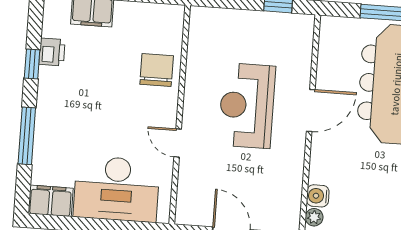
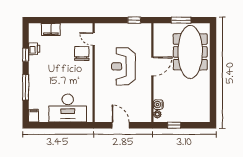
door: (178, 143) -> (94, 39), moved
filing cabinet: (51, 201) -> (34, 116), width x0.50

